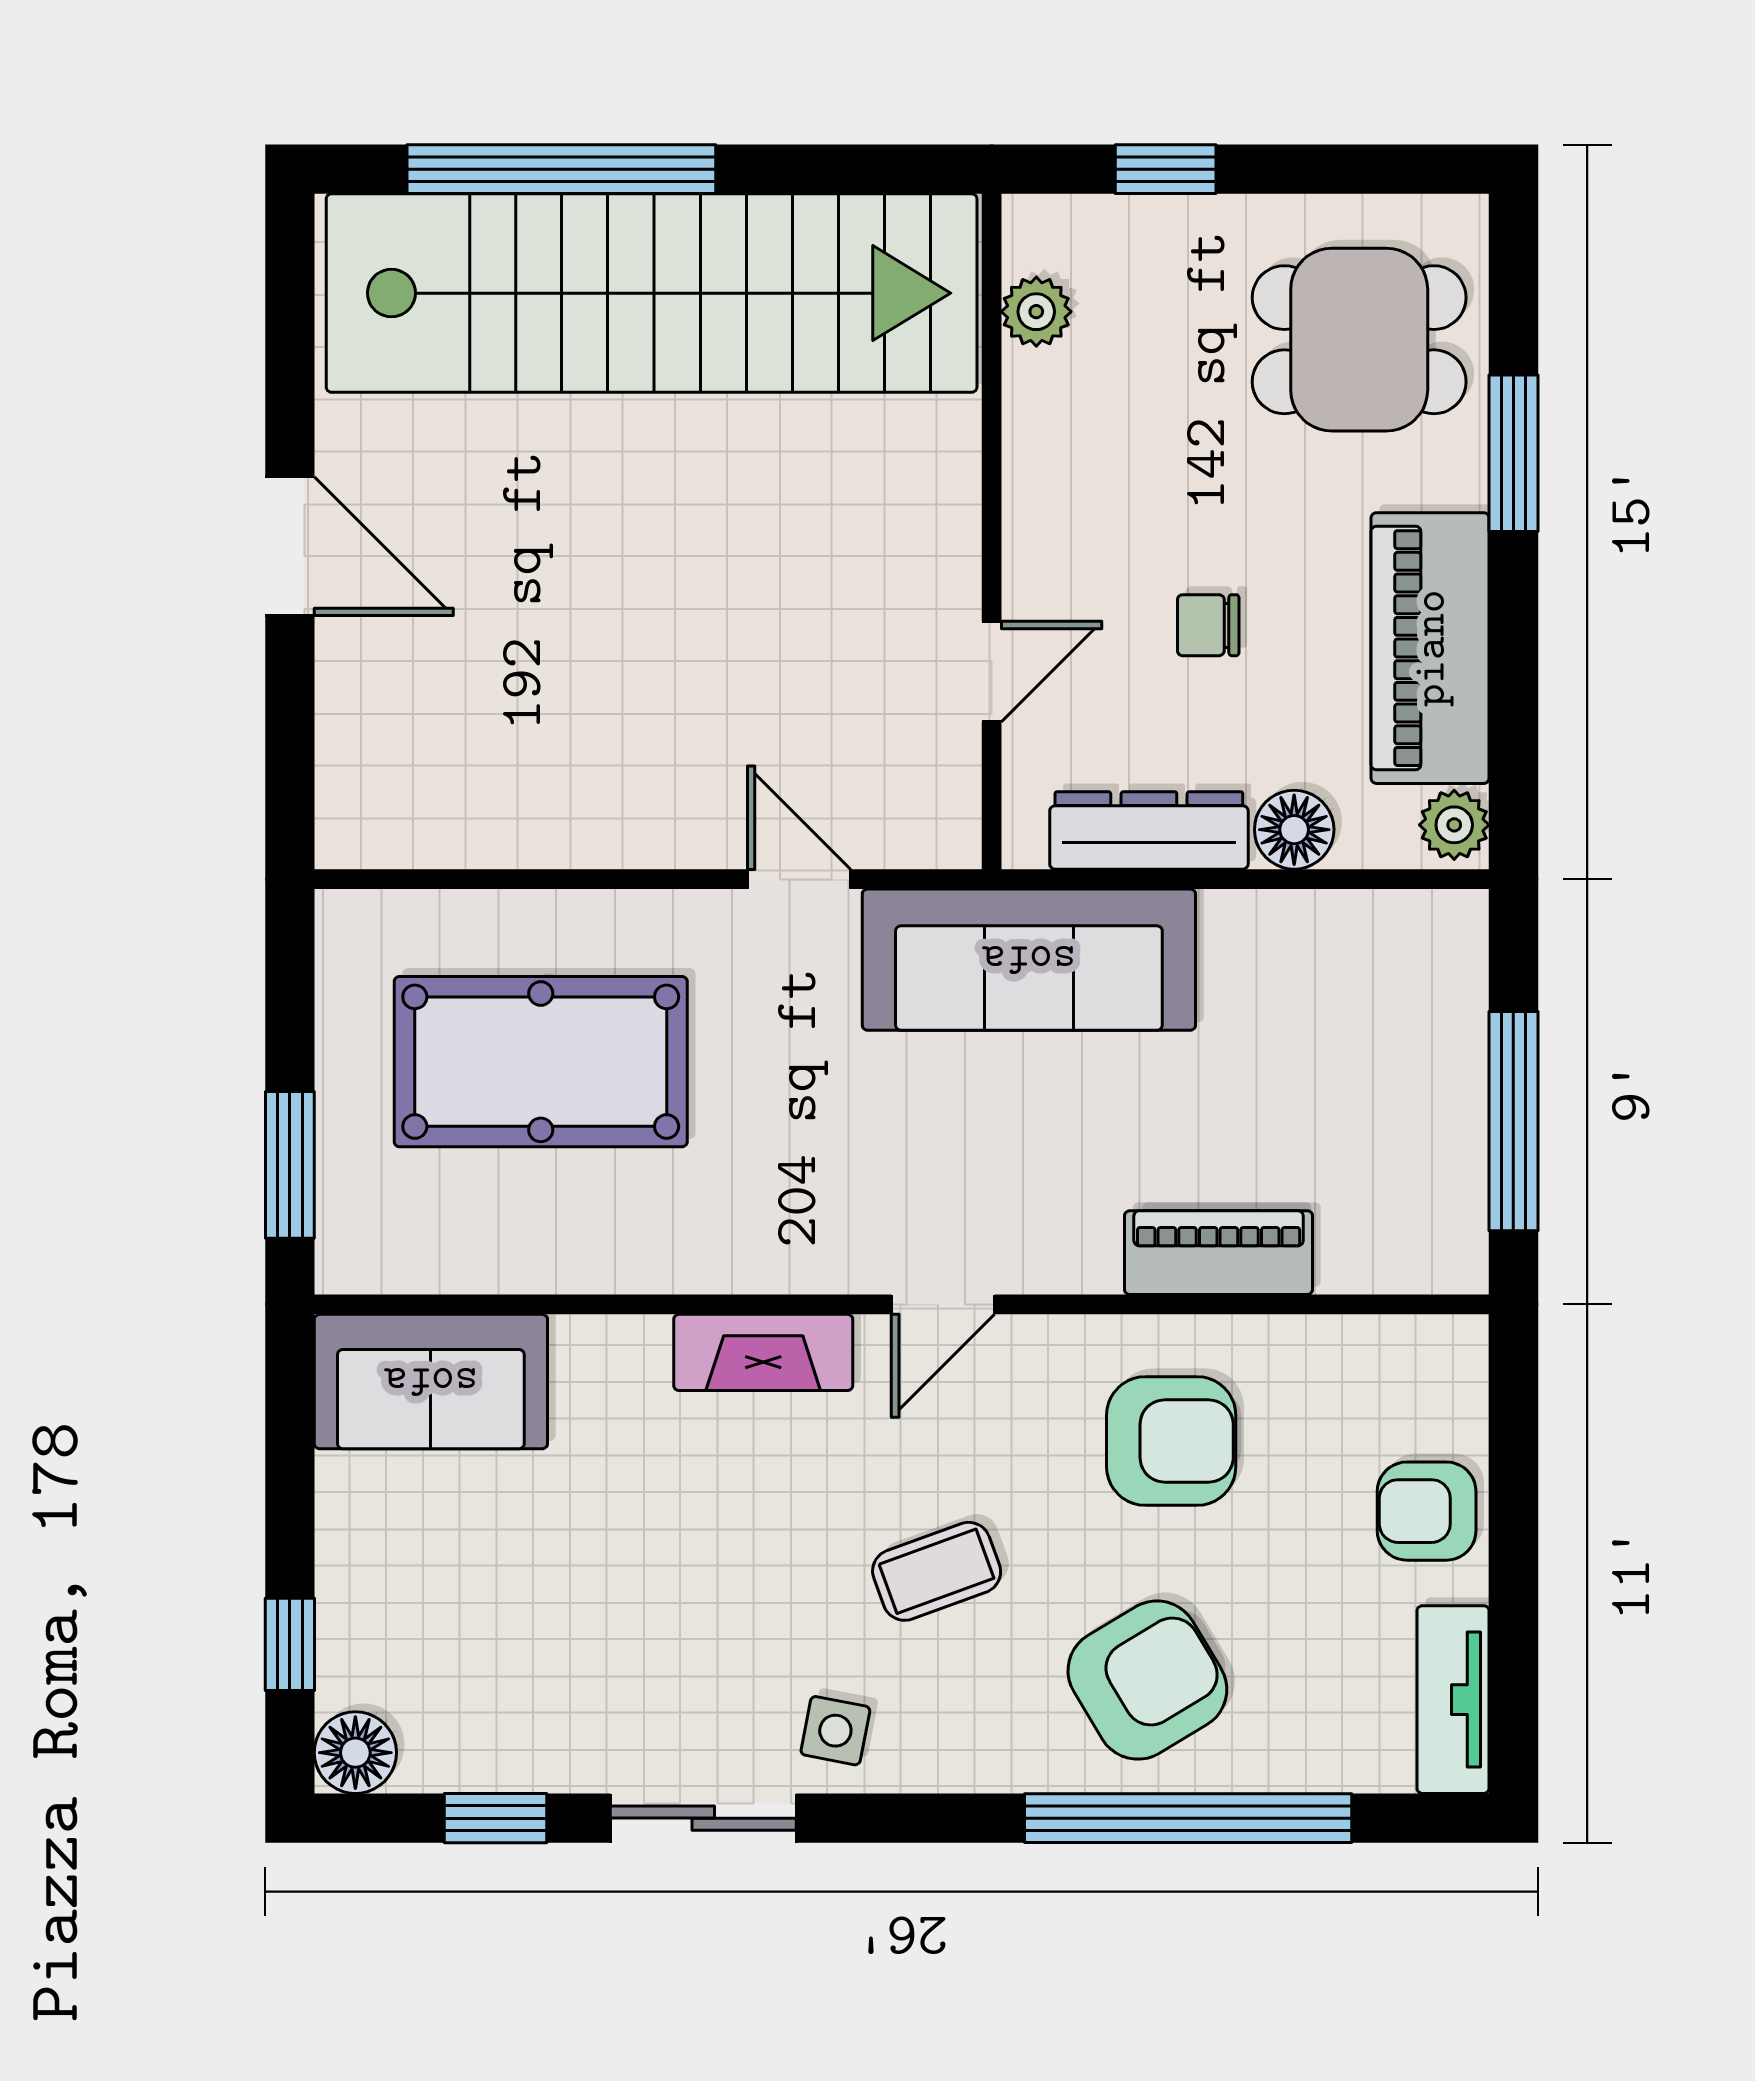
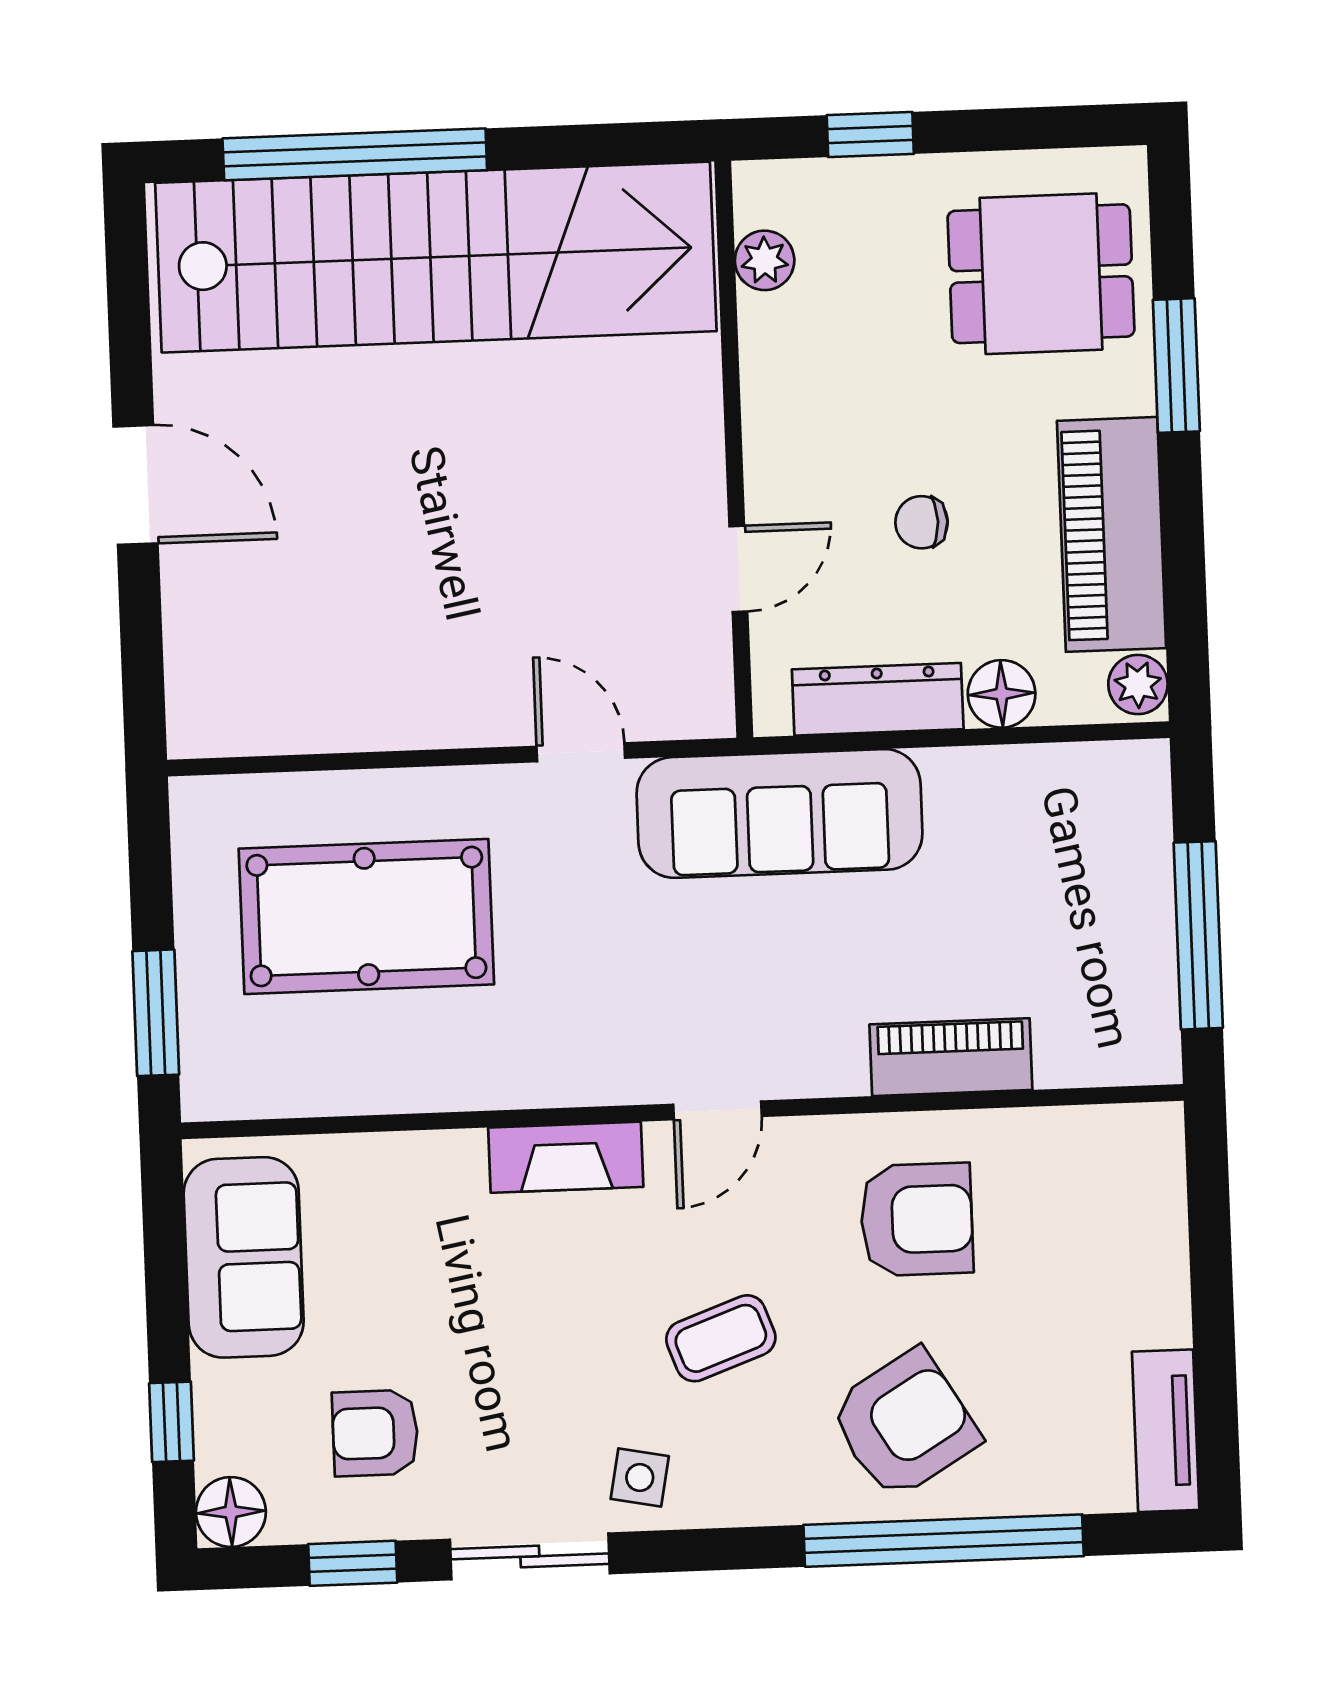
sofa: (431, 1382) -> (244, 1257), moved, turned -90
armchair: (1427, 1511) -> (375, 1433), moved

